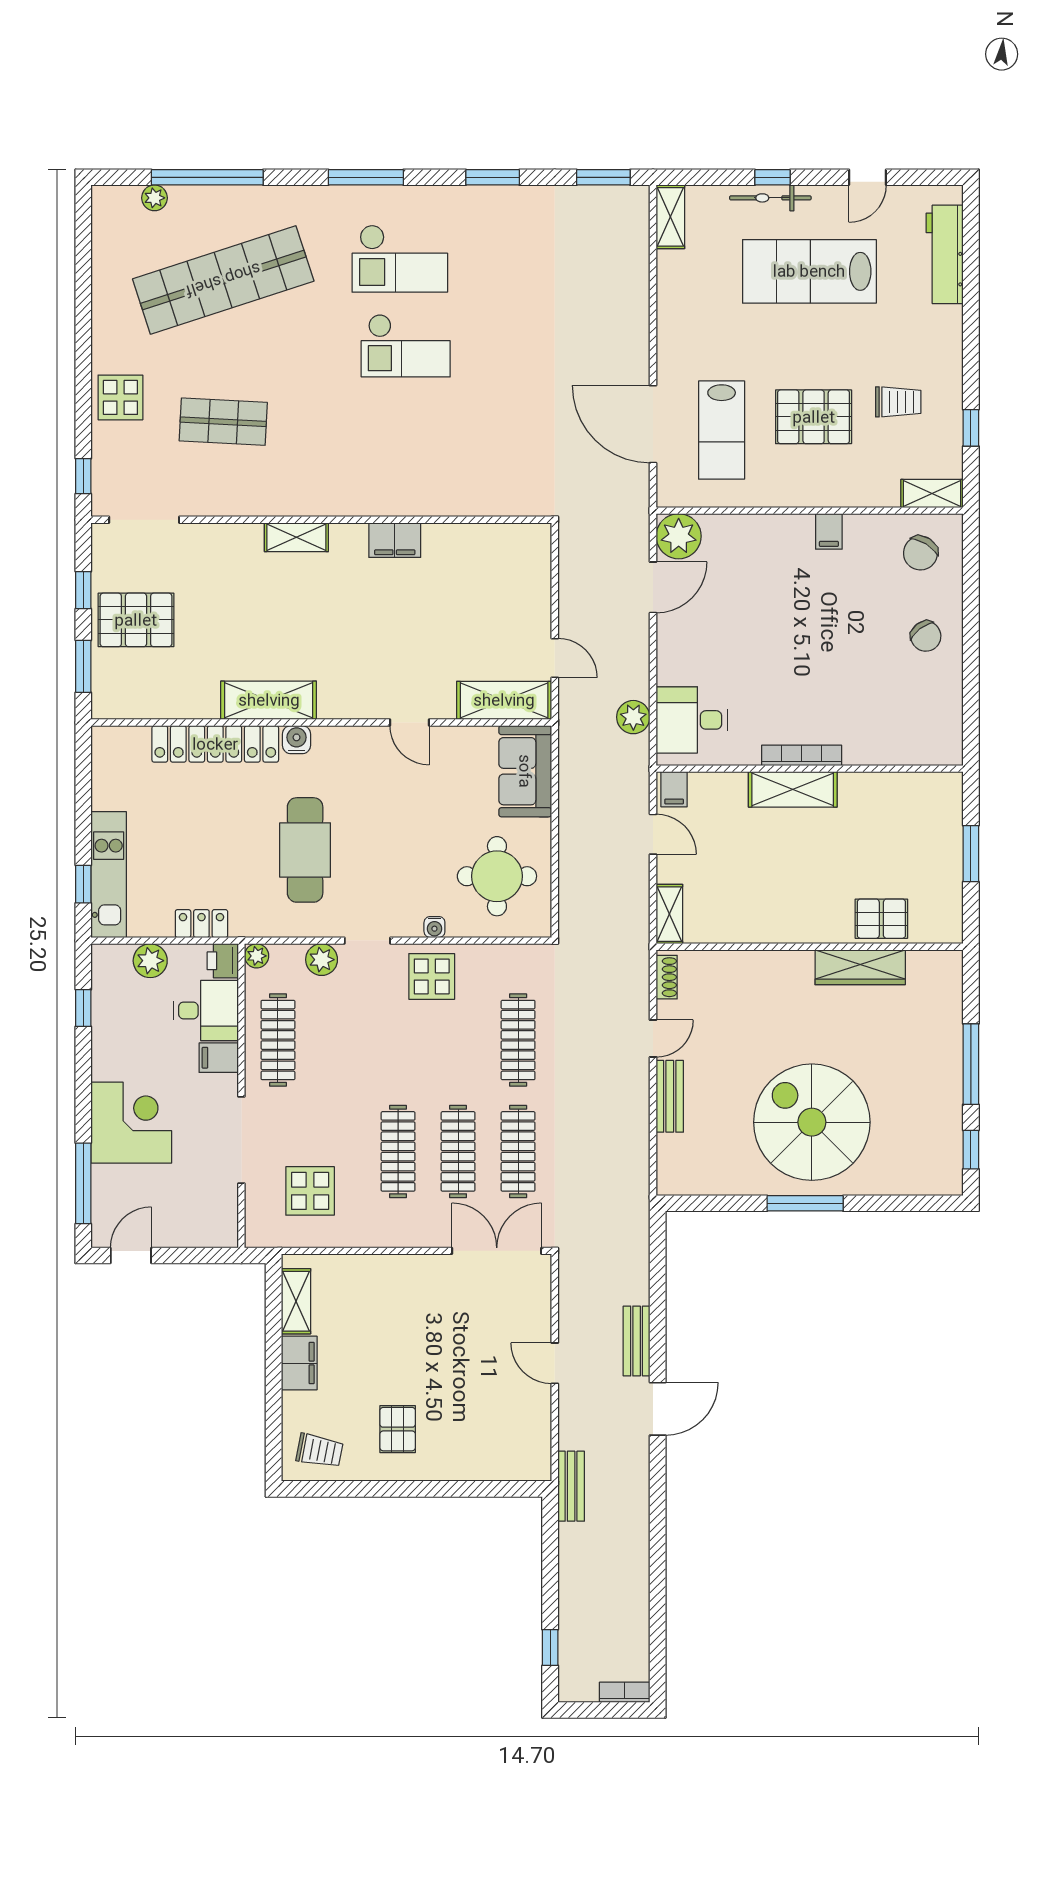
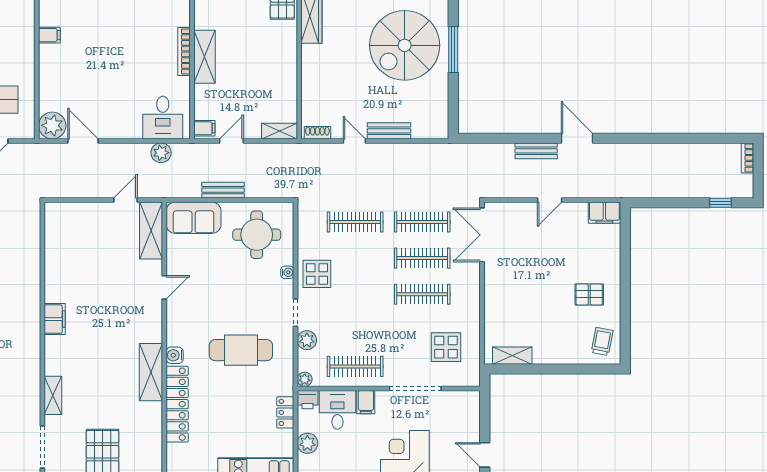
shelving: (296, 537) -> (53, 395), moved
filing cabinet: (395, 540) -> (55, 319), moved
filing cabinet: (299, 1363) -> (604, 213), moved, turned 180
bench: (571, 1486) -> (223, 190), moved

